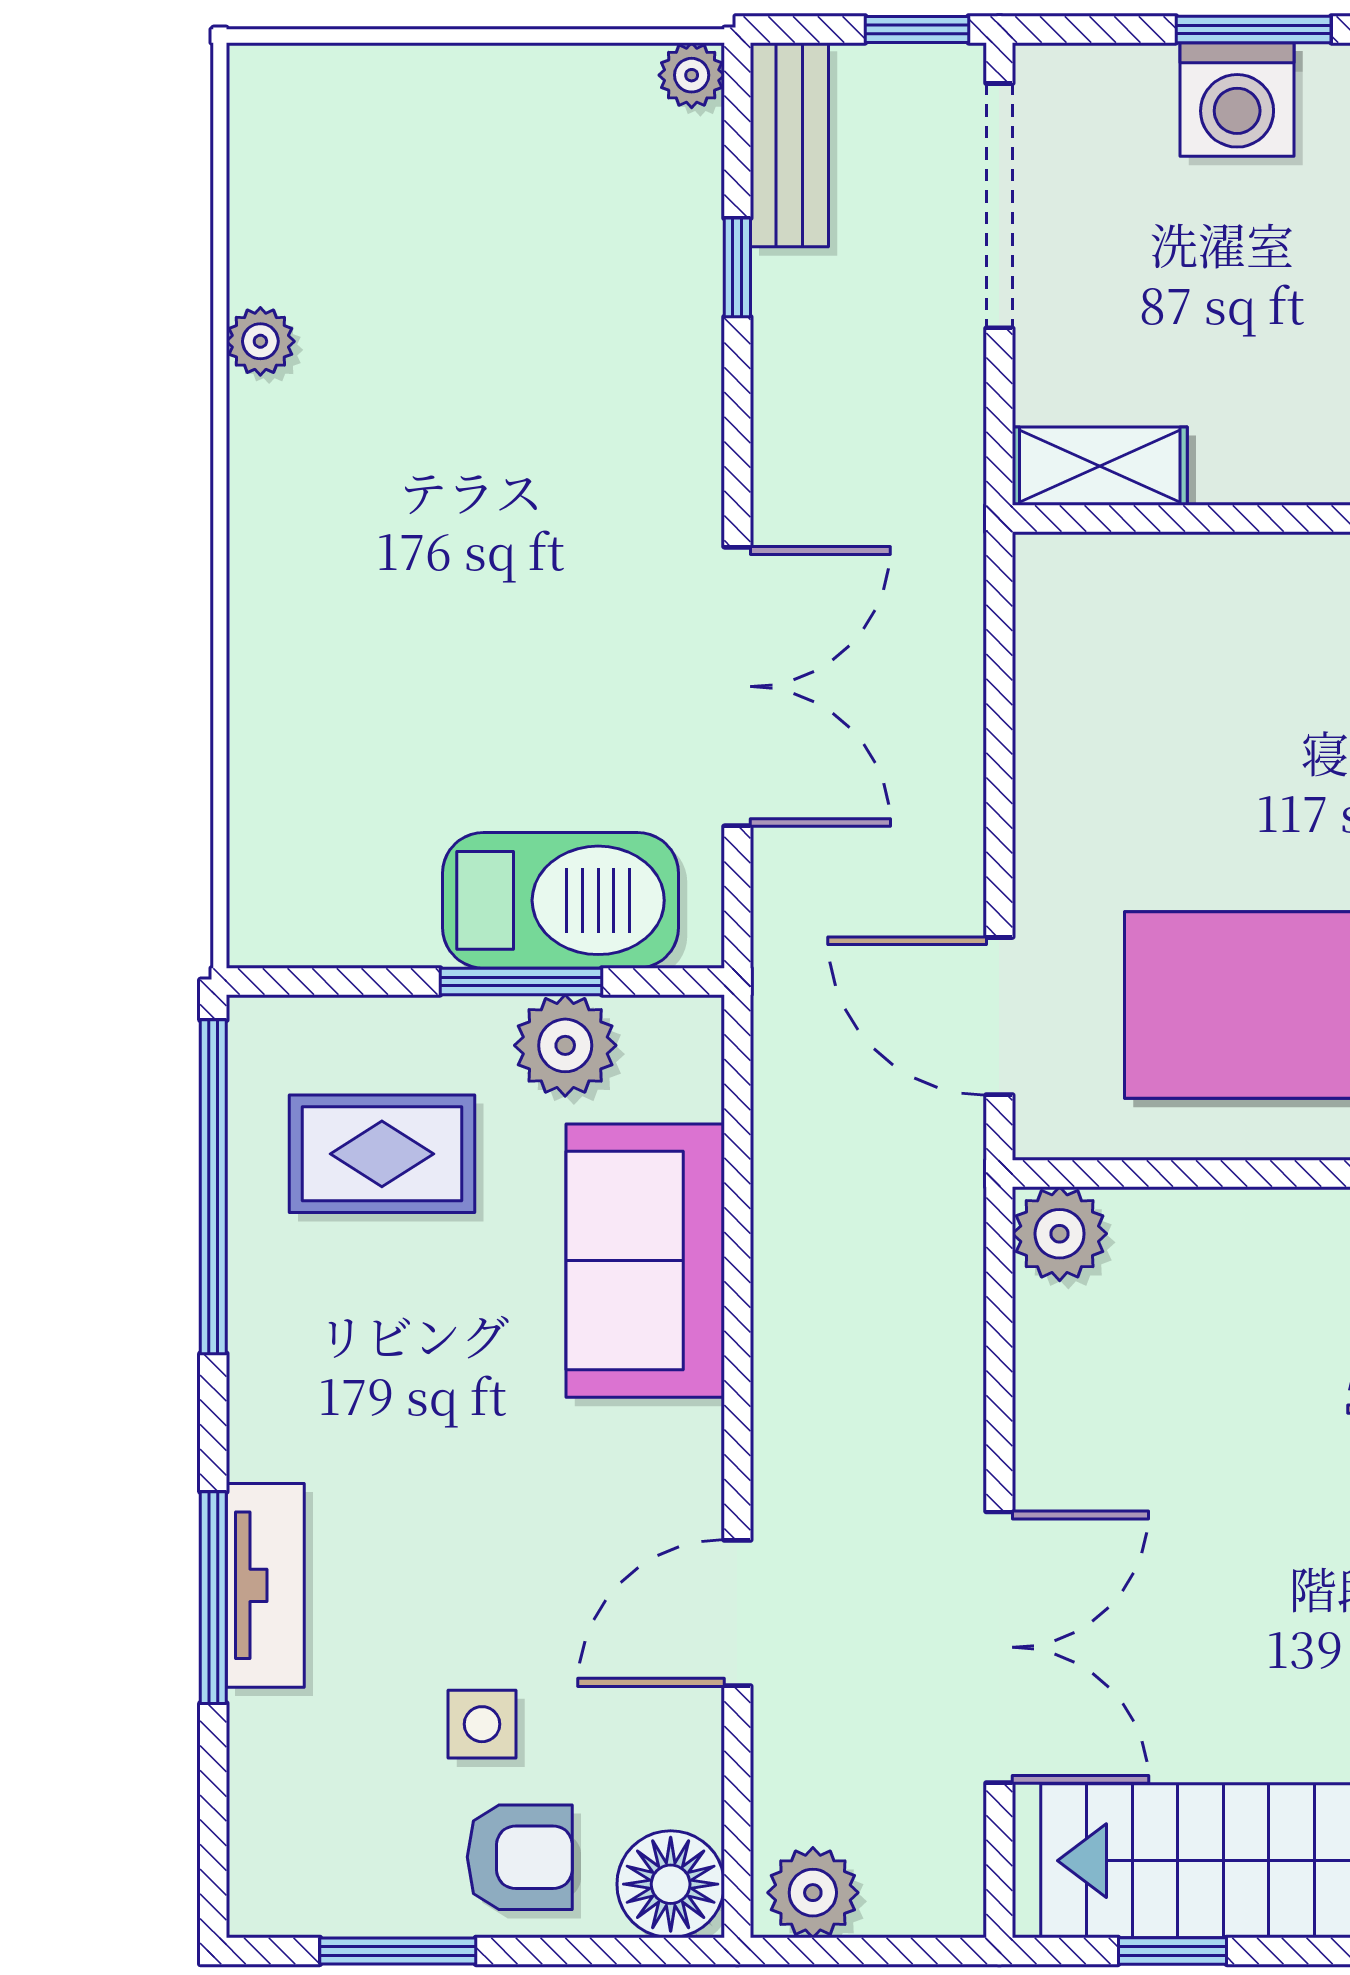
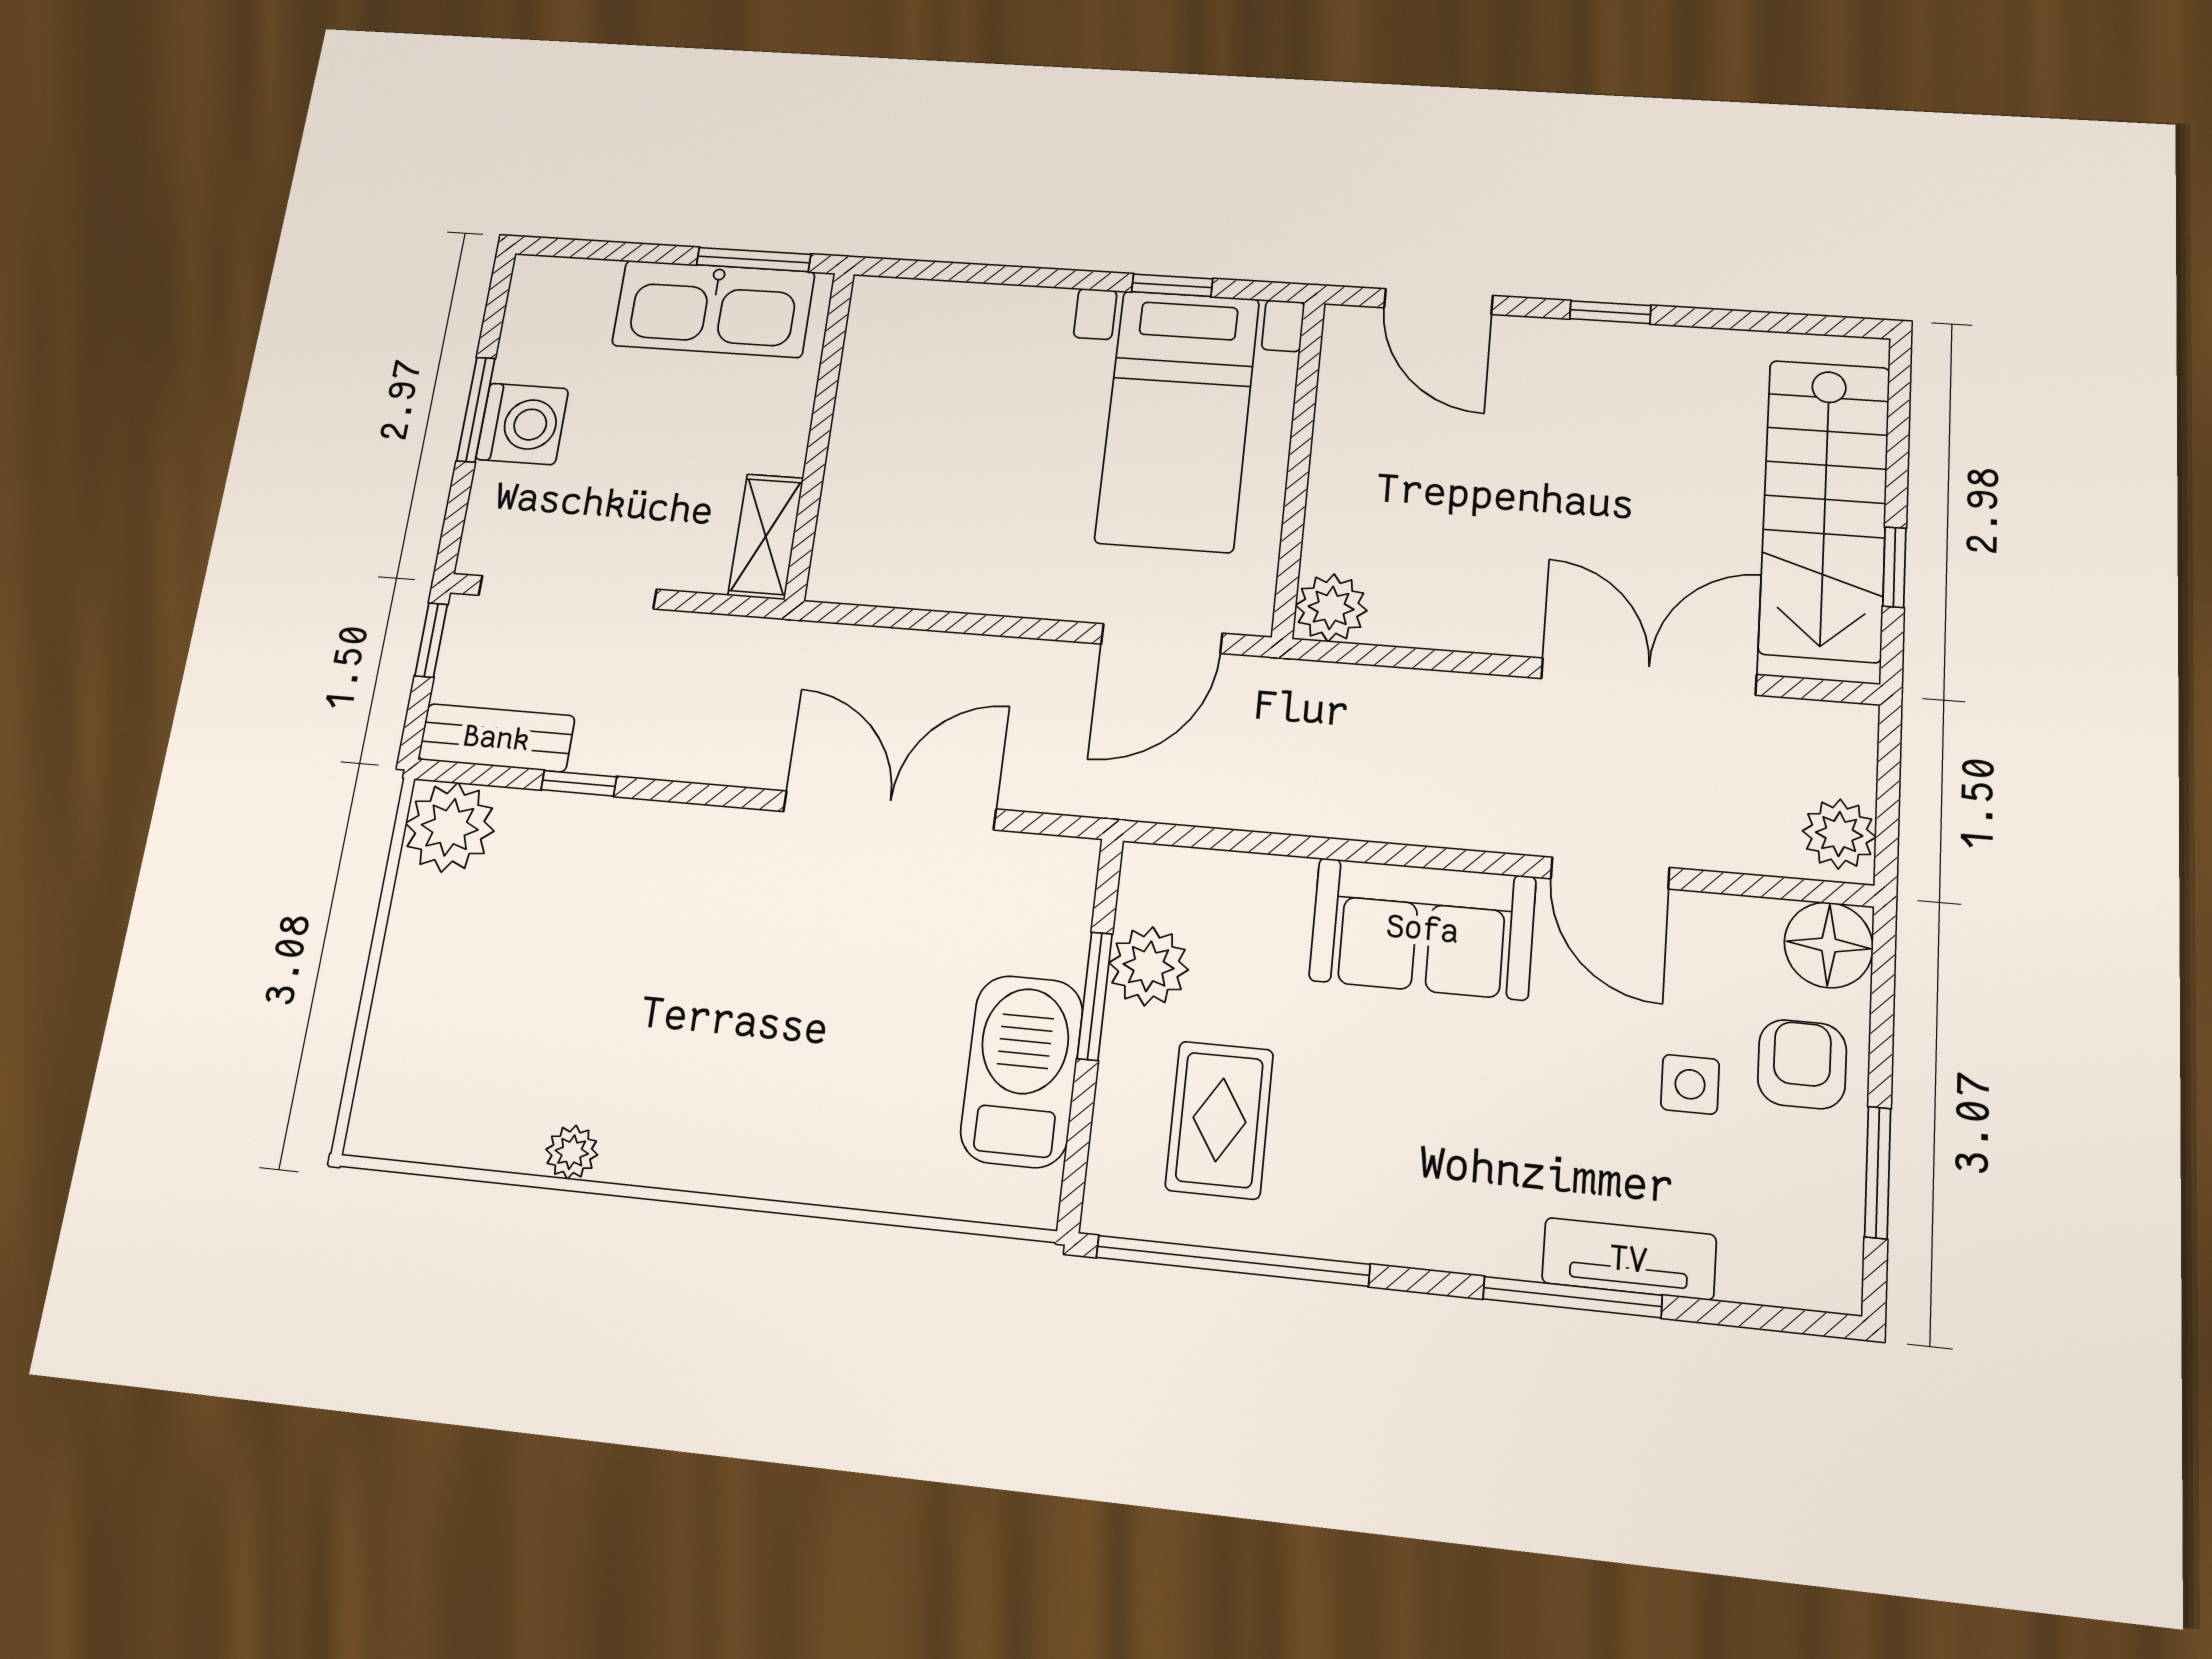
plant: (692, 75) -> (450, 827), width x1.88, depth x1.88
barbecue: (561, 900) -> (1022, 1071), moved
sofa: (645, 1261) -> (1423, 929), moved
tv unit: (265, 1585) -> (1629, 1259), moved

